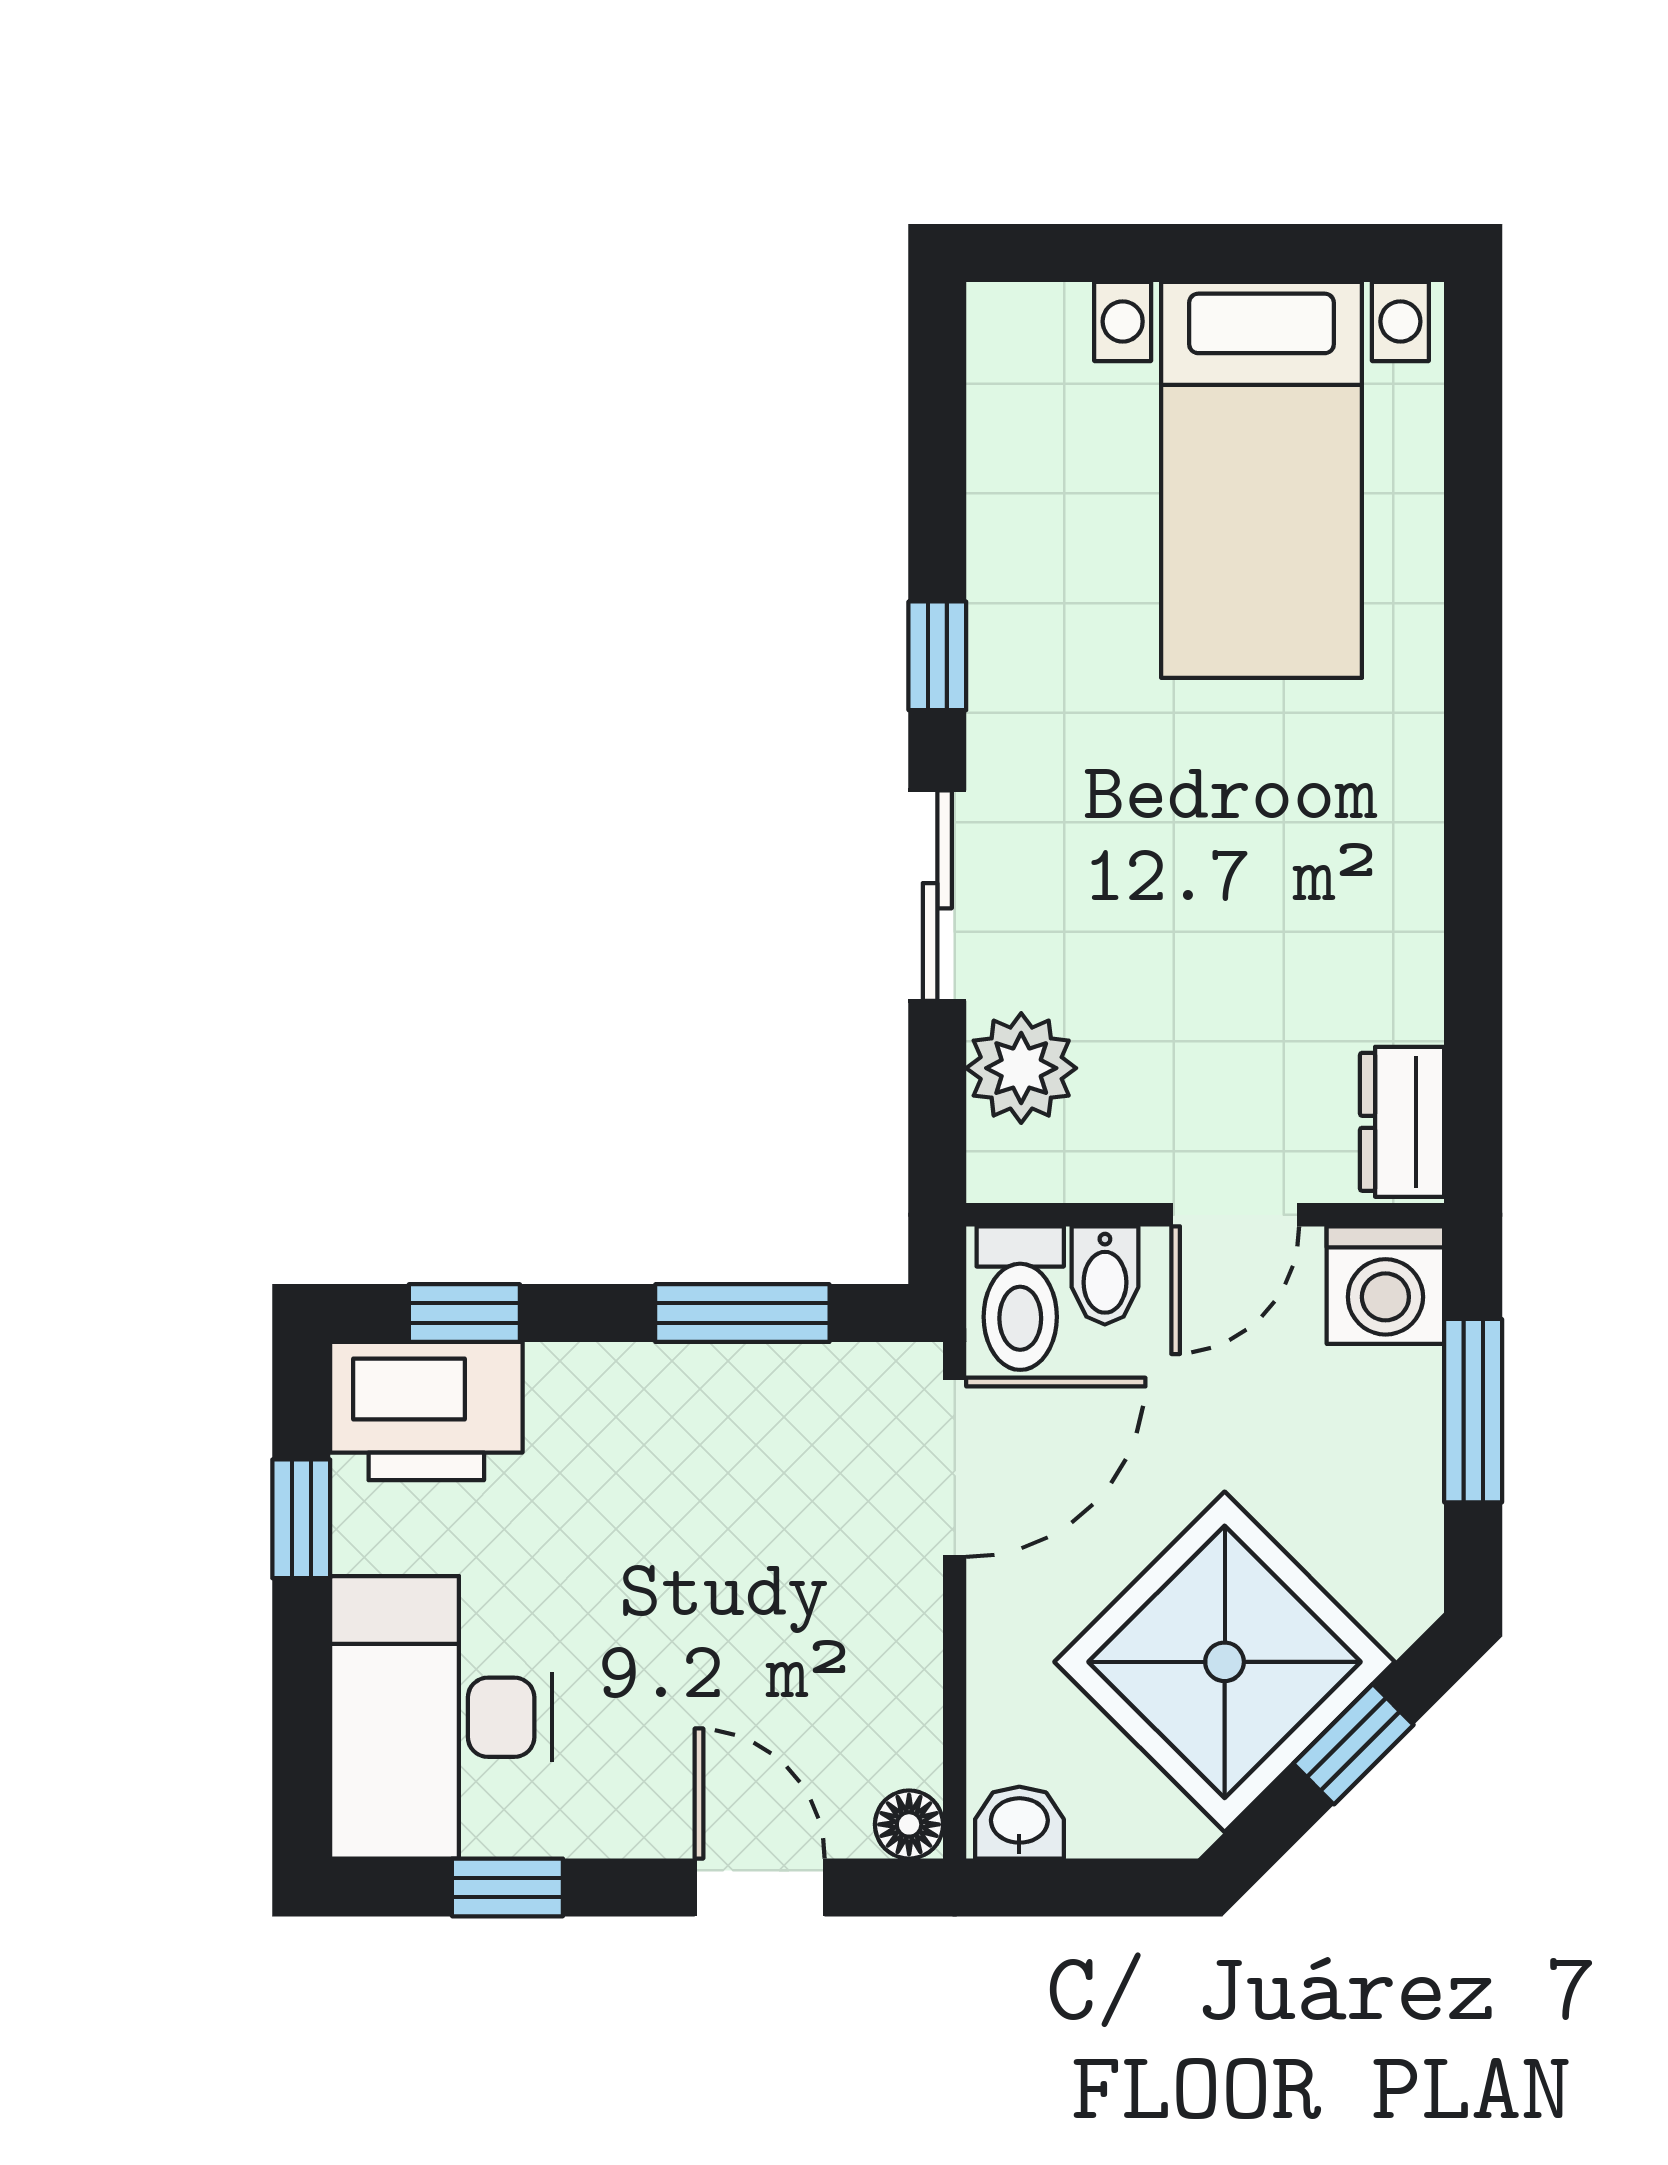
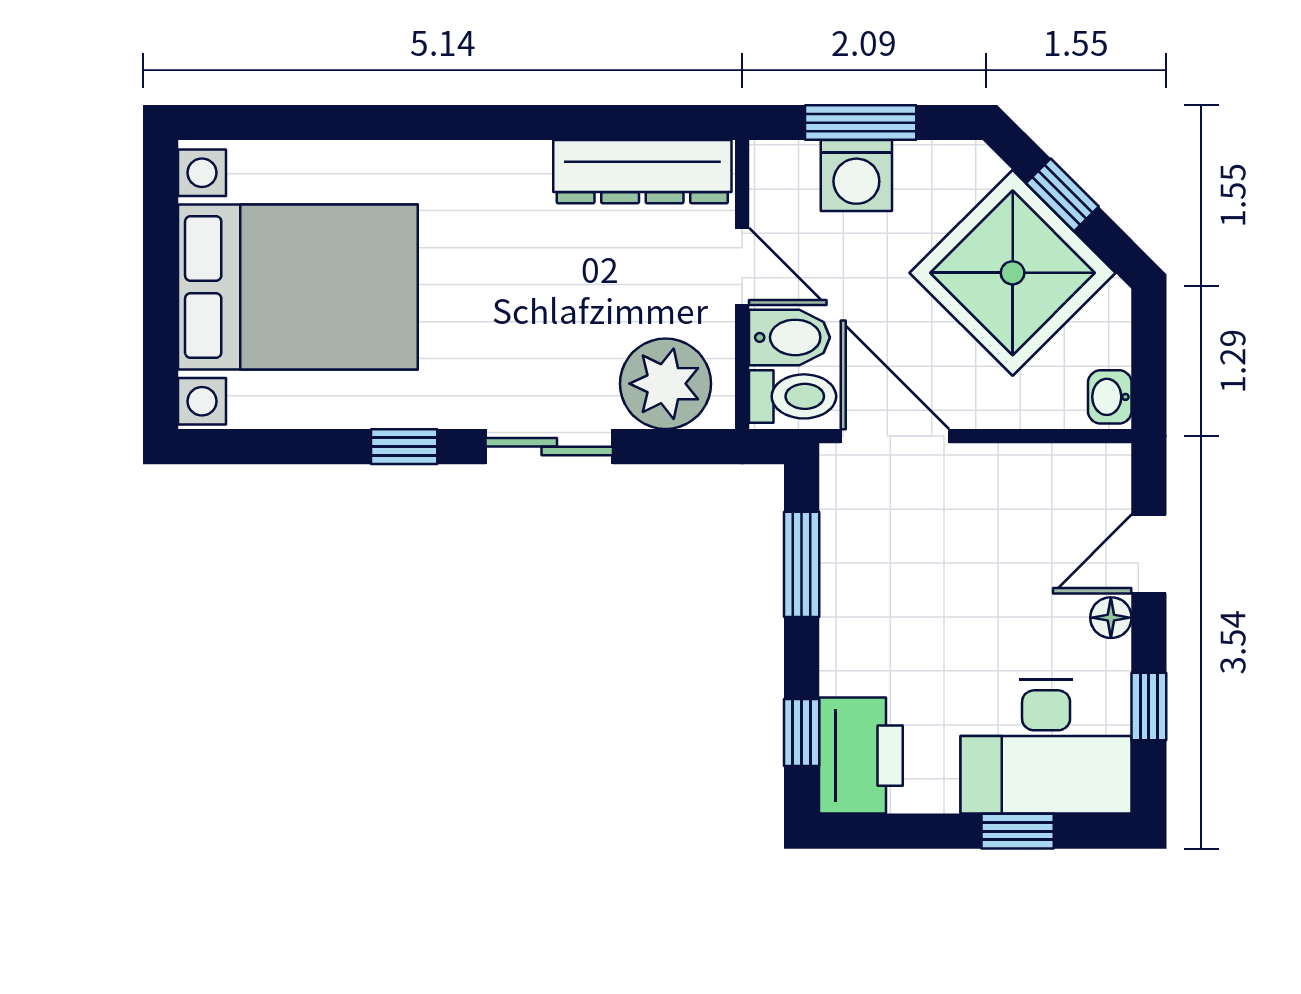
bed with nightstands: (1262, 480) -> (298, 287), width x1.36
plant: (1021, 1068) -> (666, 384), width x1.36, depth x1.36
dresser: (1402, 1122) -> (642, 172), width x1.96, depth x1.24
bidet: (1105, 1275) -> (790, 337), width x1.38, depth x1.36
washing machine: (1385, 1285) -> (856, 176), moved, turned 90
window: (301, 1519) -> (1018, 831), moved
floor lamp: (909, 1824) -> (1111, 618), moved

